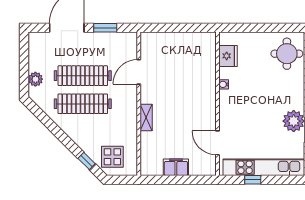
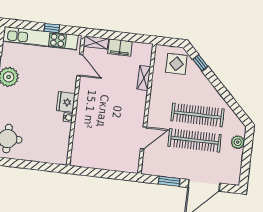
fridge: (228, 56) -> (66, 102), moved
shelving: (146, 118) -> (144, 78), moved
shelving: (203, 170) -> (96, 43), added

